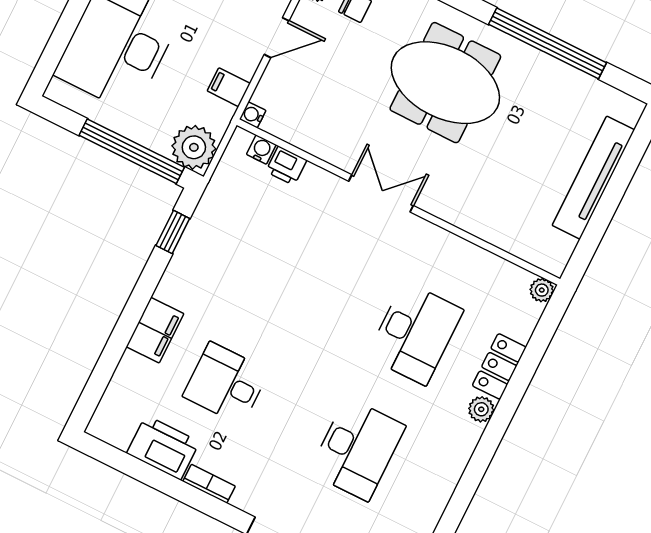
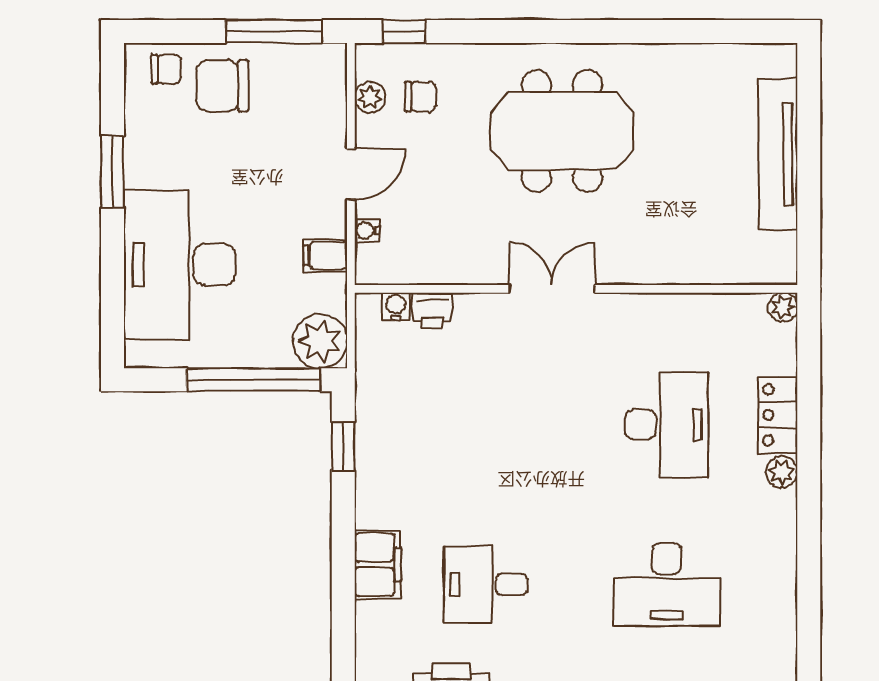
window: (548, 43) -> (653, 32), removed
water cooler: (253, 115) -> (367, 230), moved
desk: (357, 449) -> (667, 584), turned 90

